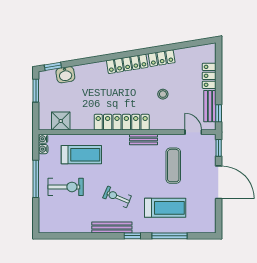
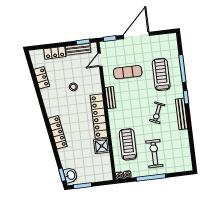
locker: (162, 58) -> (42, 78), moved
locker: (127, 64) -> (58, 132), moved
washbasin: (65, 75) -> (71, 175), moved
shower: (61, 121) -> (102, 146), moved

